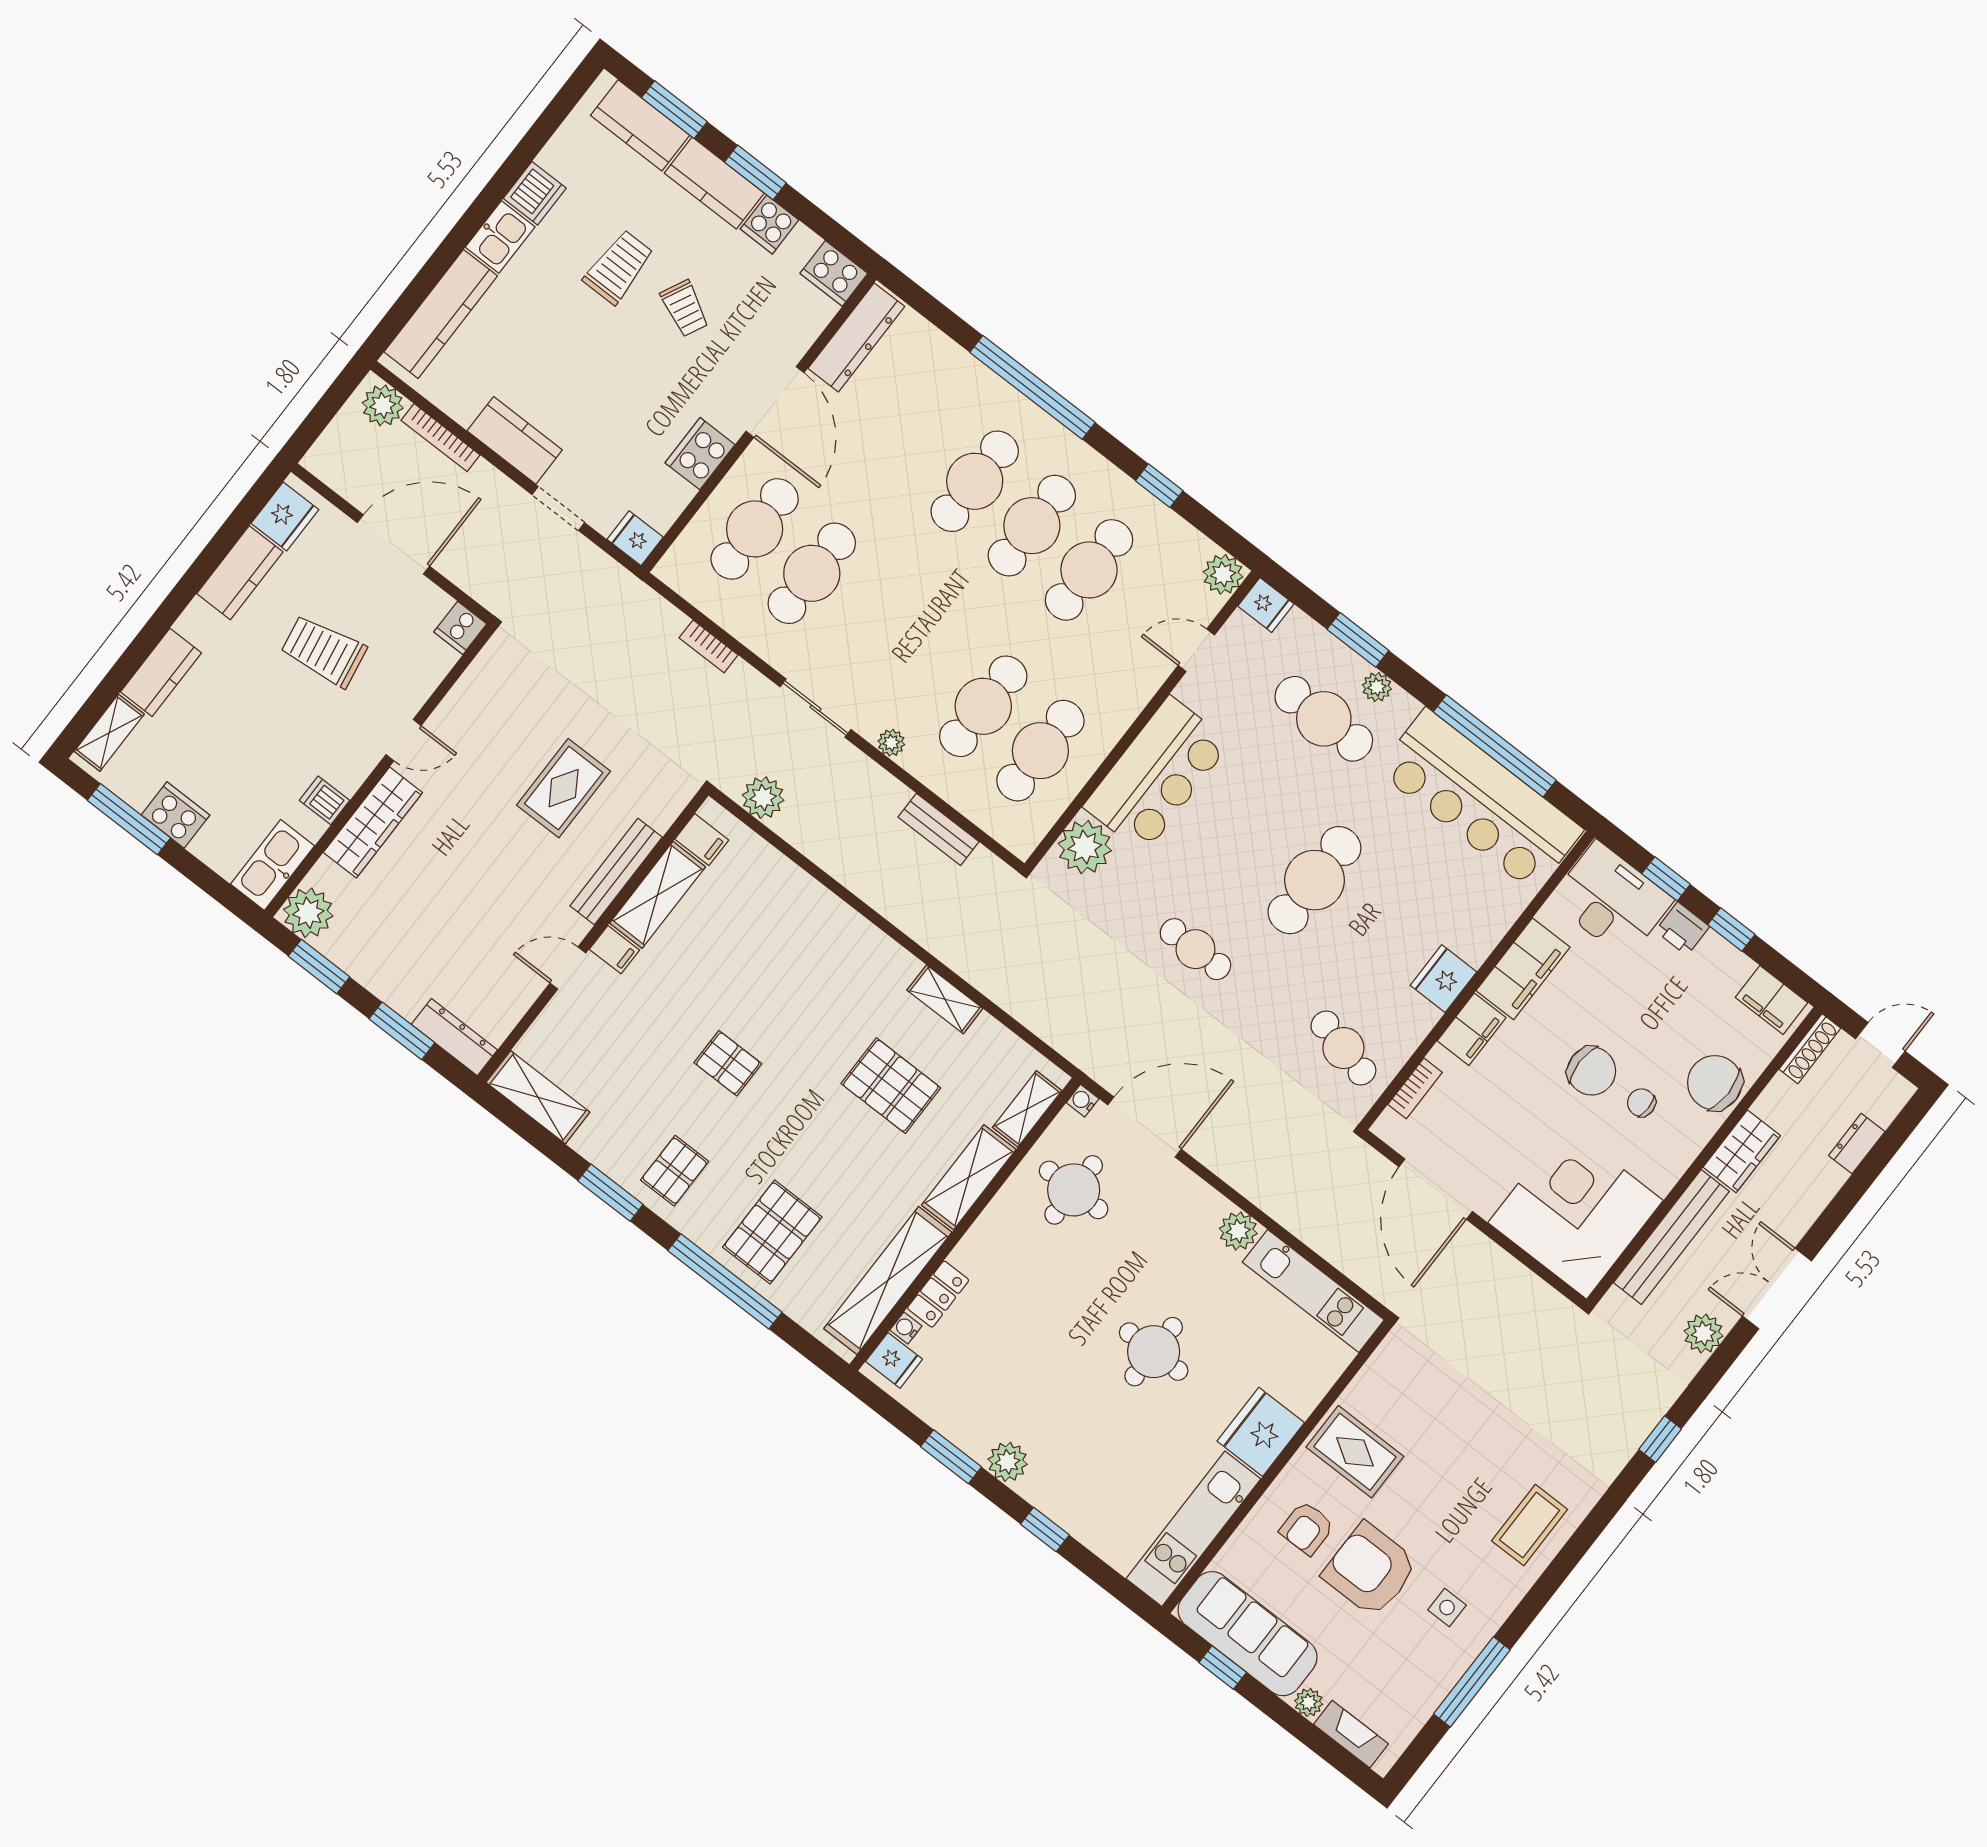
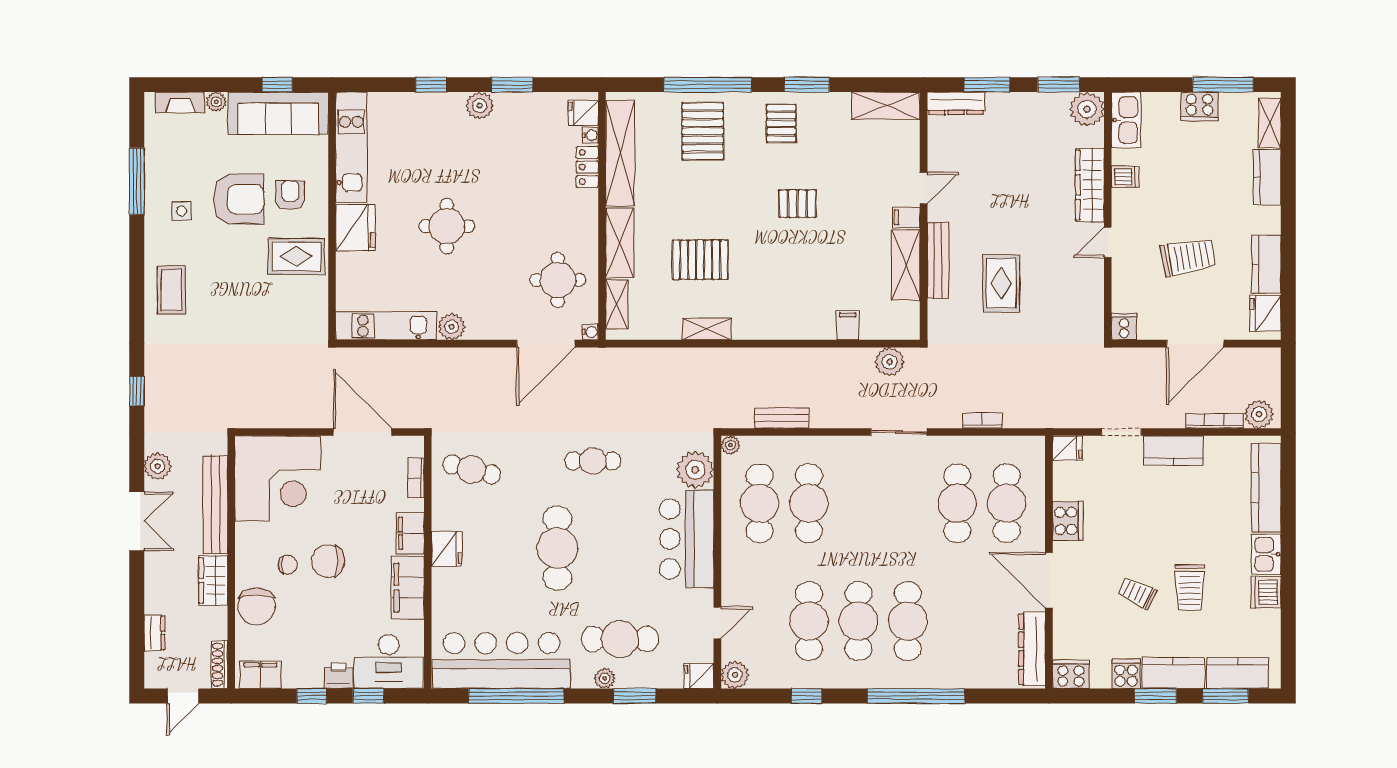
plant: (891, 743) -> (730, 445), moved
filing cabinet: (702, 840) -> (847, 325), moved, turned 90
chair: (1715, 1083) -> (257, 606), turned 90

